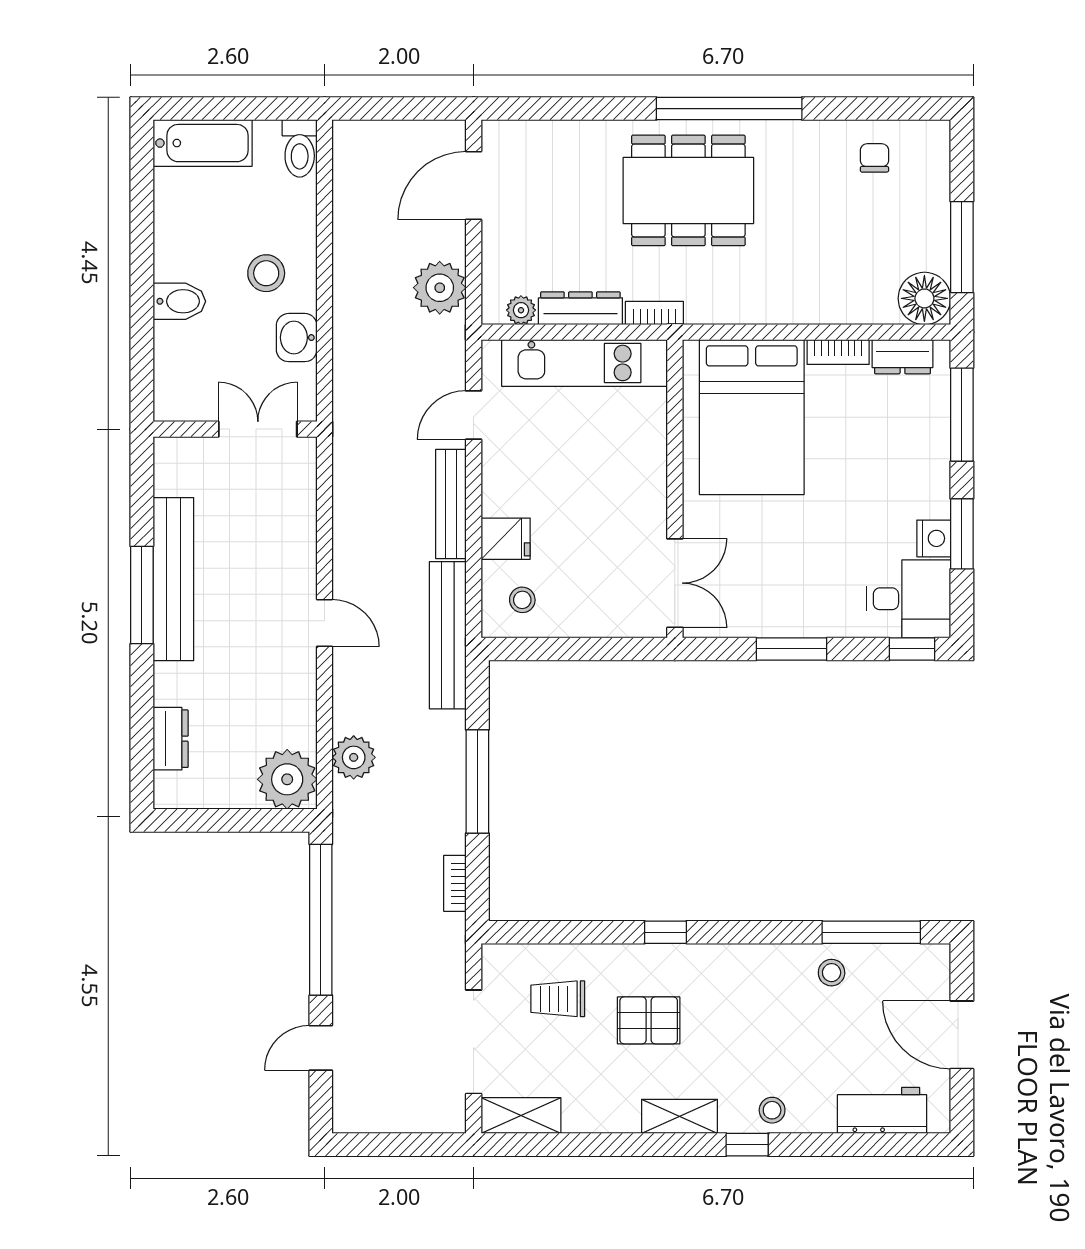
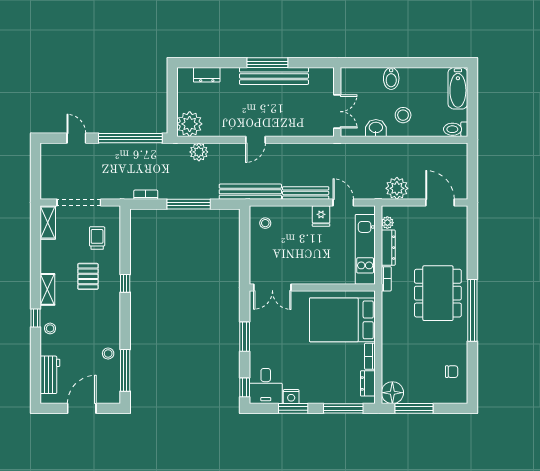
fridge: (506, 539) -> (321, 216), moved

